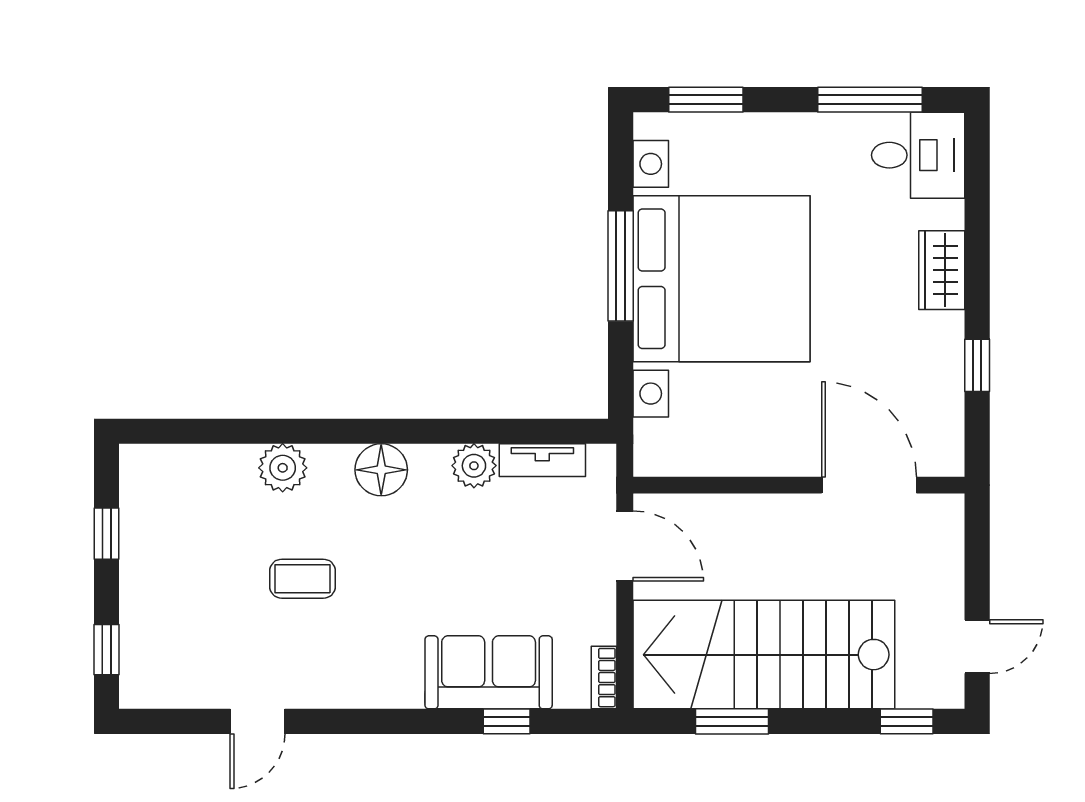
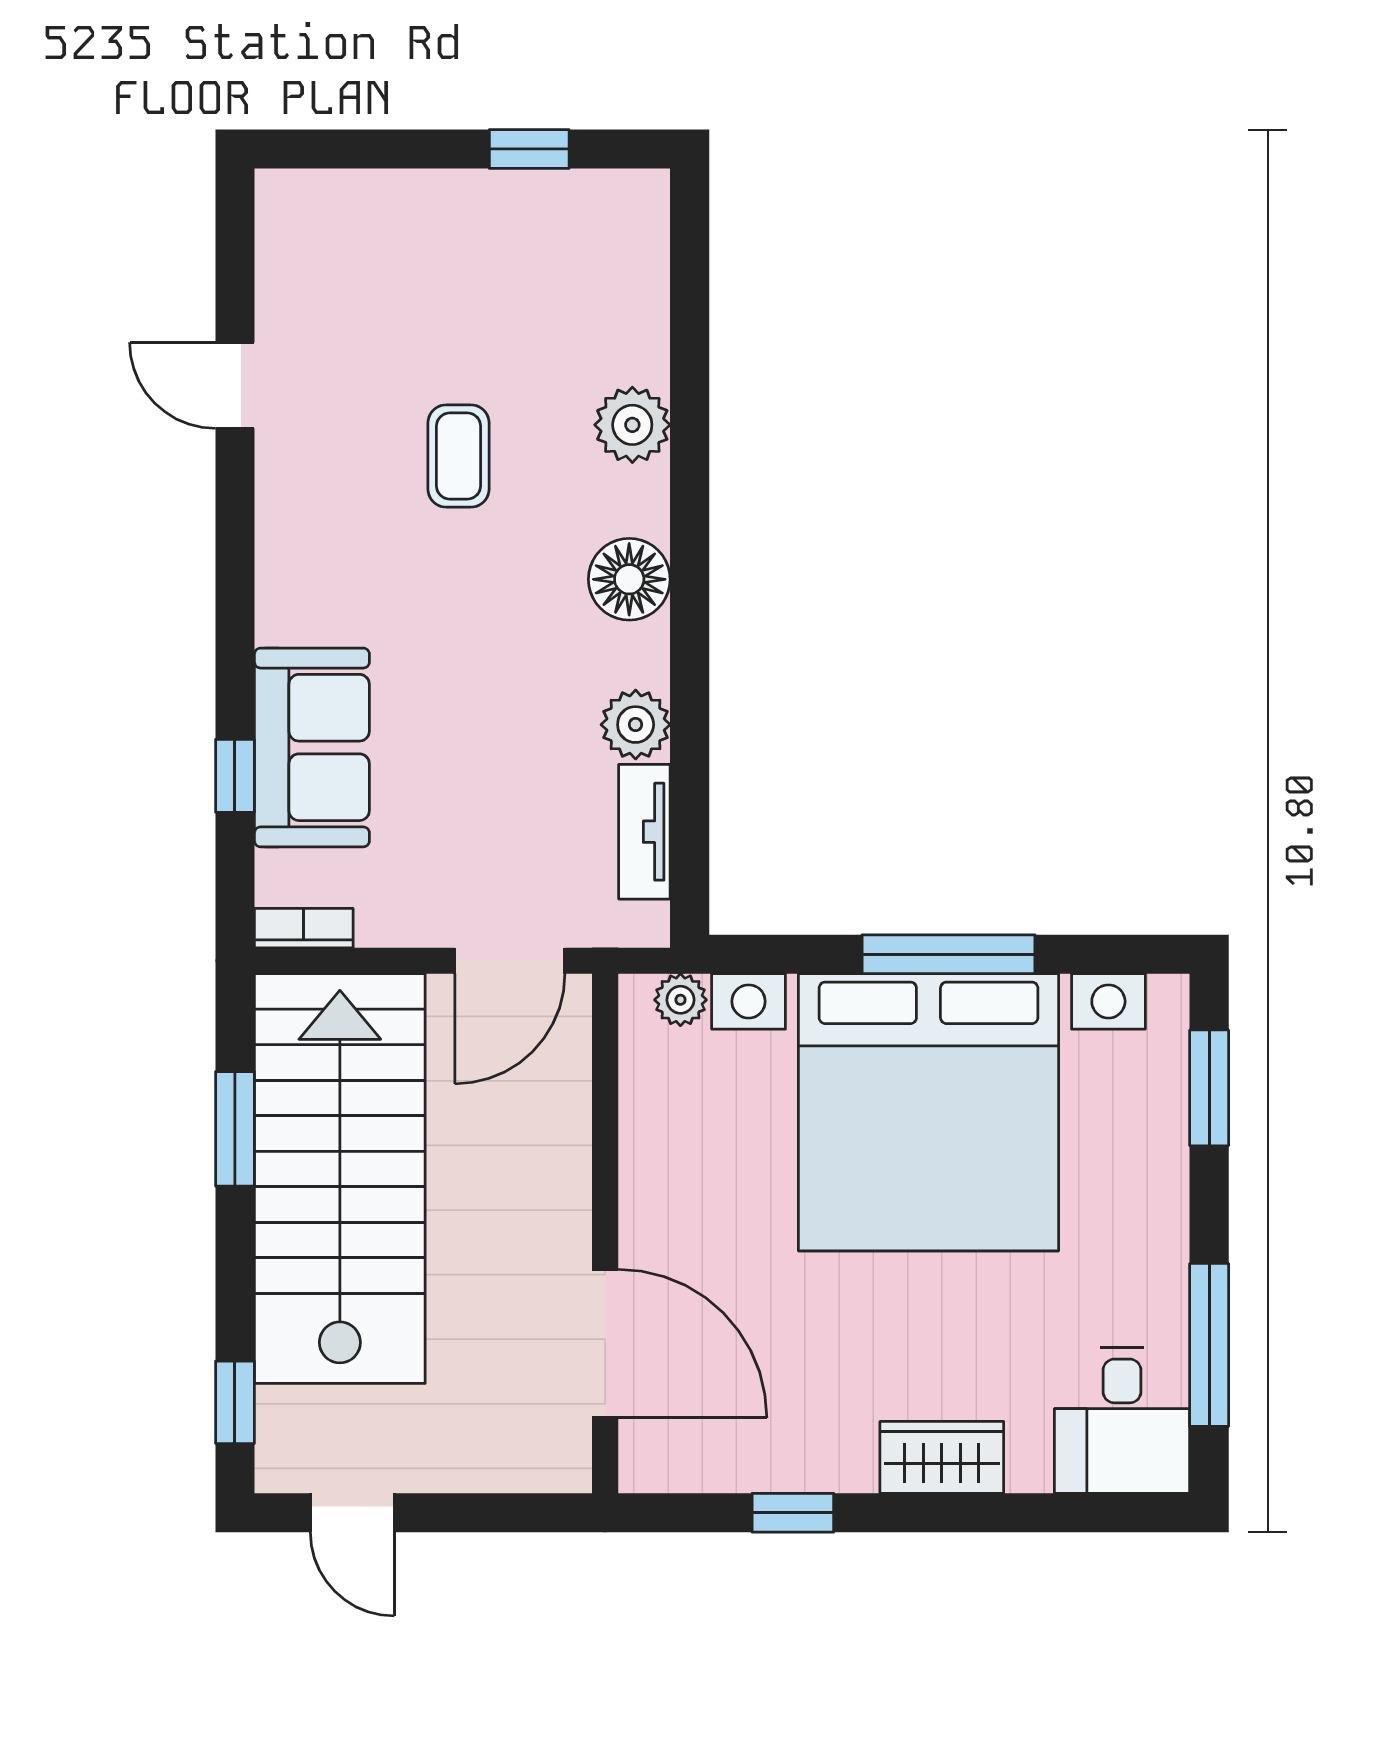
plant: (650, 437) -> (680, 1000), added
door: (869, 485) -> (605, 1344), hinge flipped
window: (107, 650) -> (347, 149), removed

